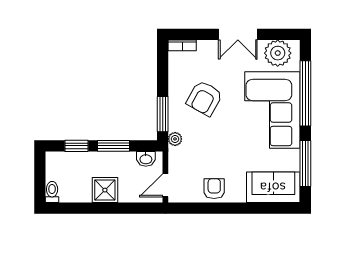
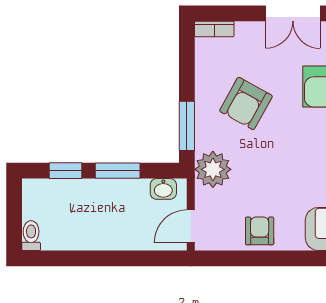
plant: (175, 139) -> (213, 169), width x1.88, depth x1.88
shower: (105, 190) -> (106, 233), removed

